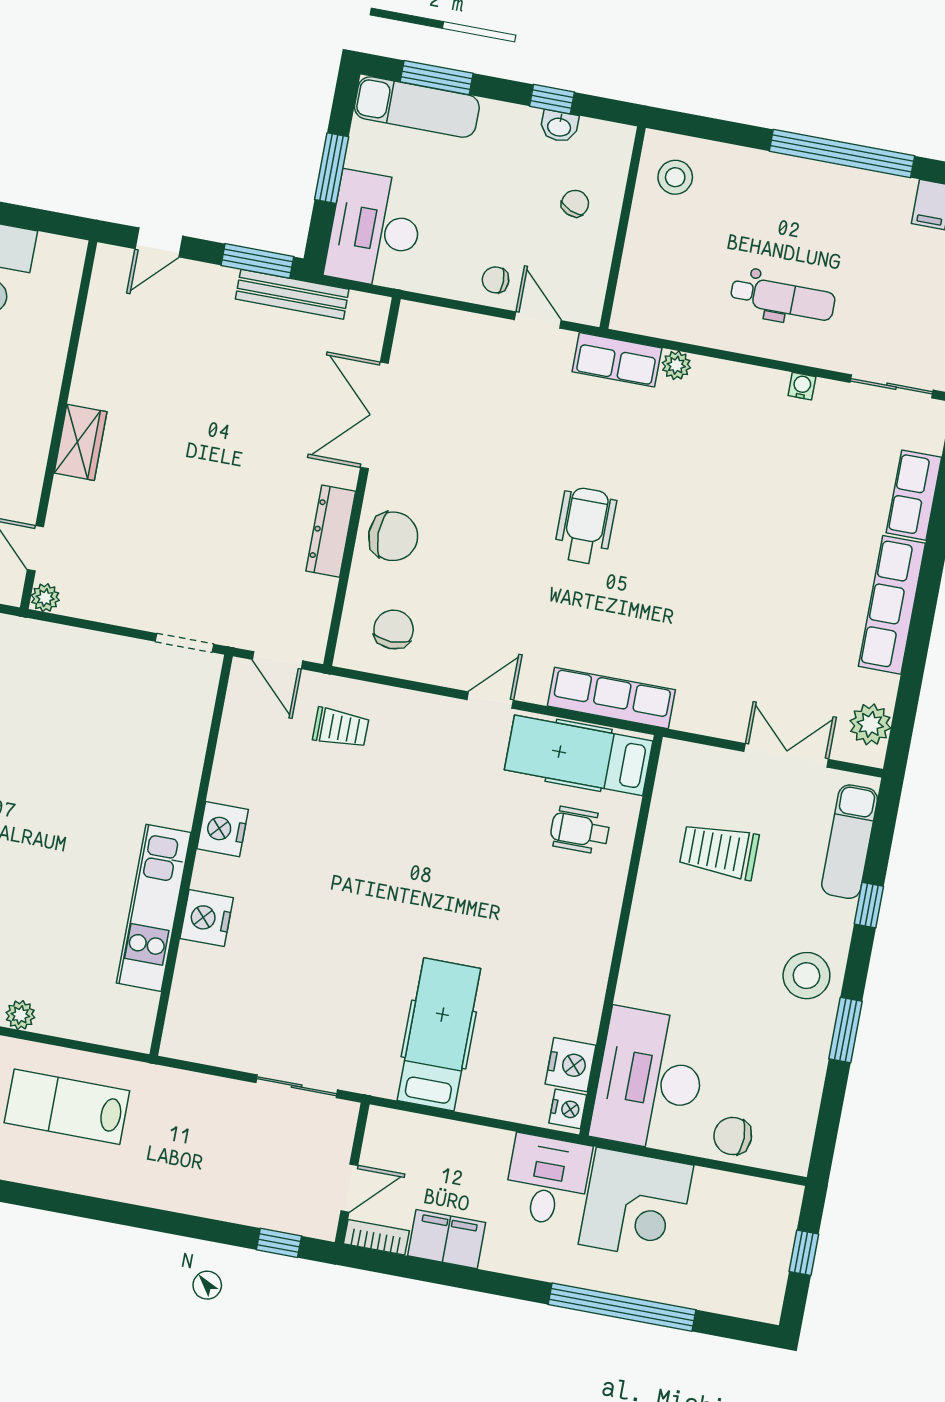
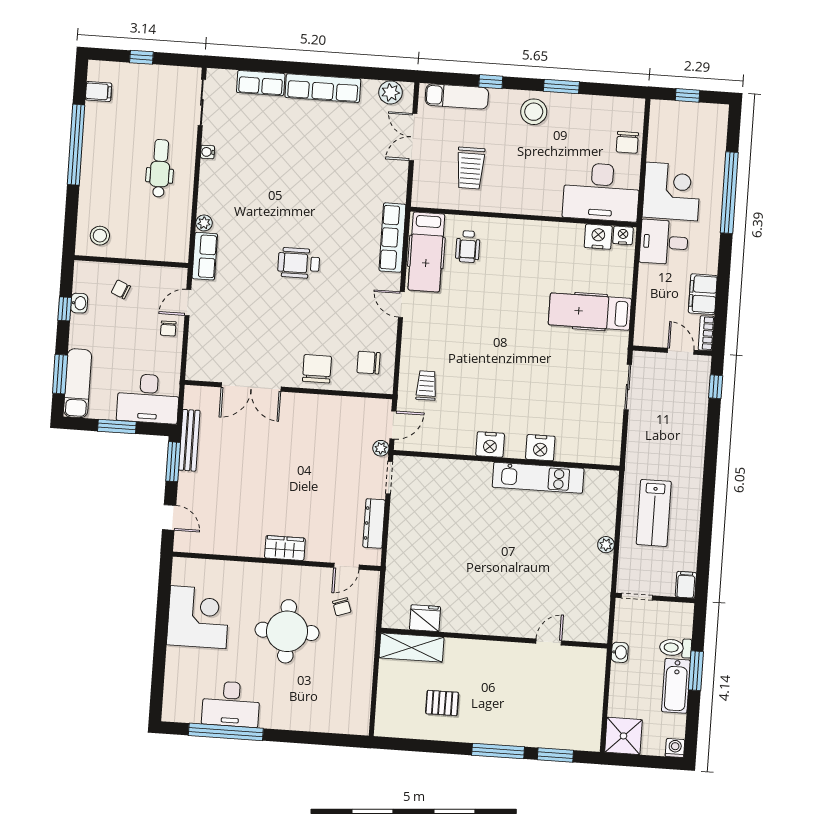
dresser: (331, 531) -> (374, 524), moved, turned 90
plant: (45, 598) -> (381, 448), moved

